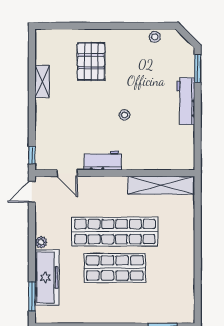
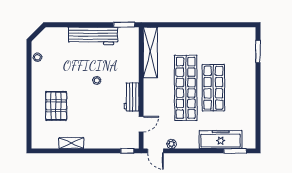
pallet: (91, 61) -> (56, 106), turned 90
window: (198, 69) -> (124, 25), moved
workbench: (186, 101) -> (93, 36), width x1.36, depth x1.32
plant: (41, 242) -> (172, 144), moved

